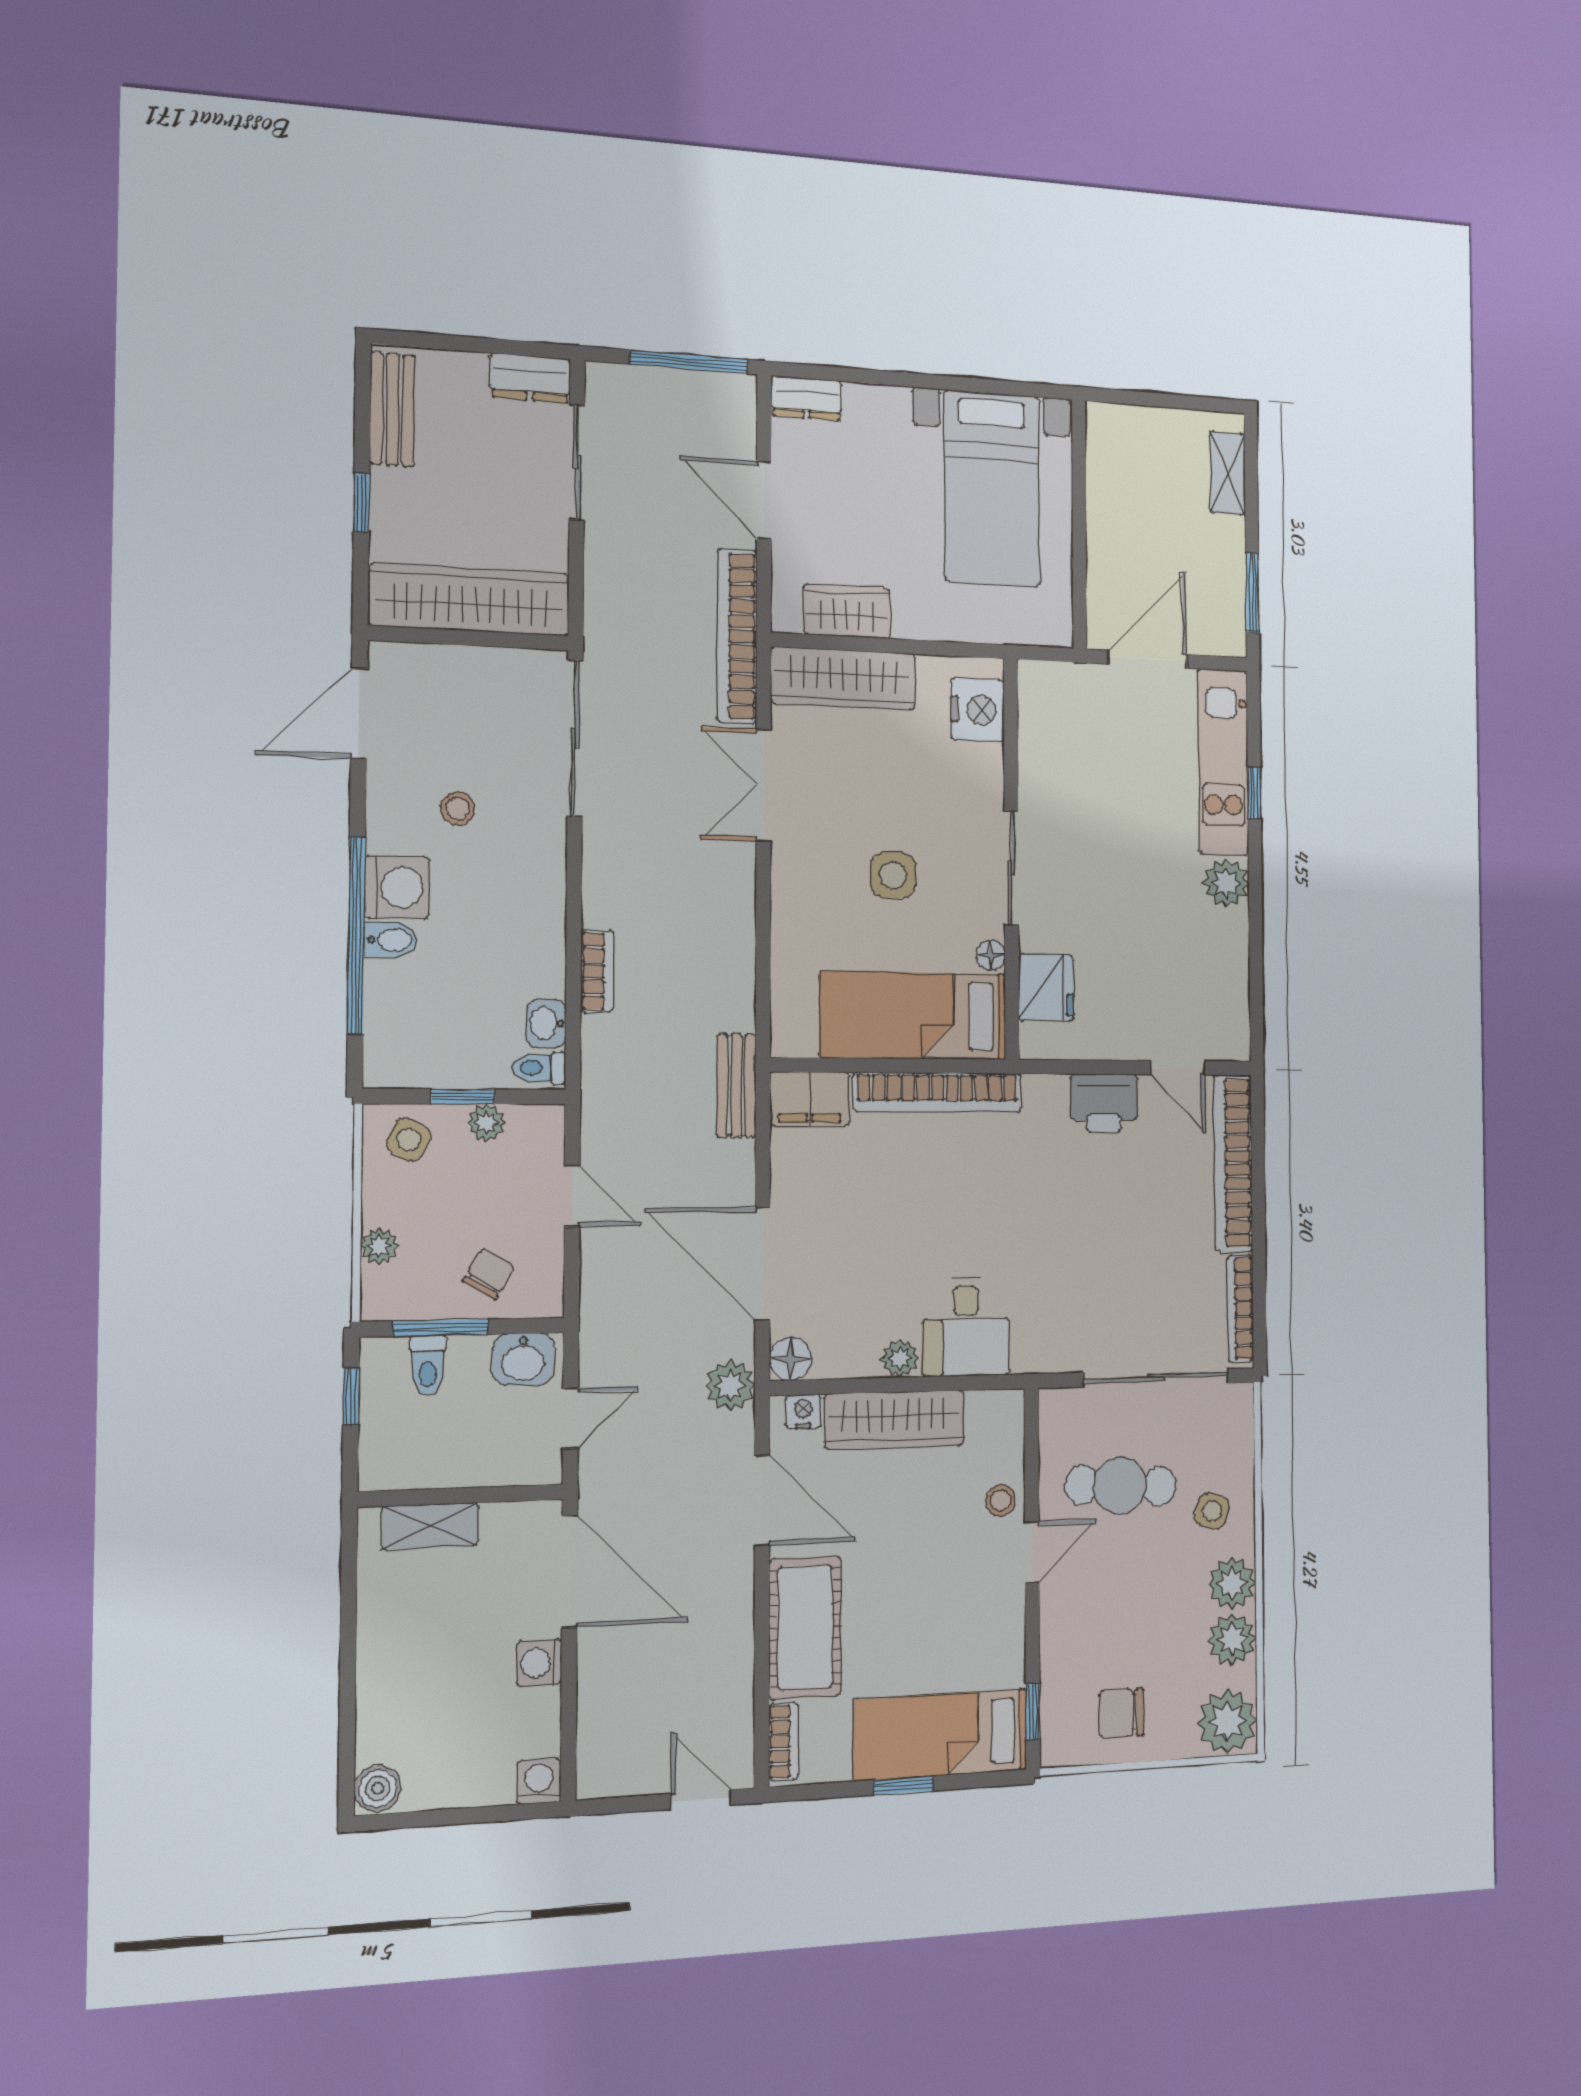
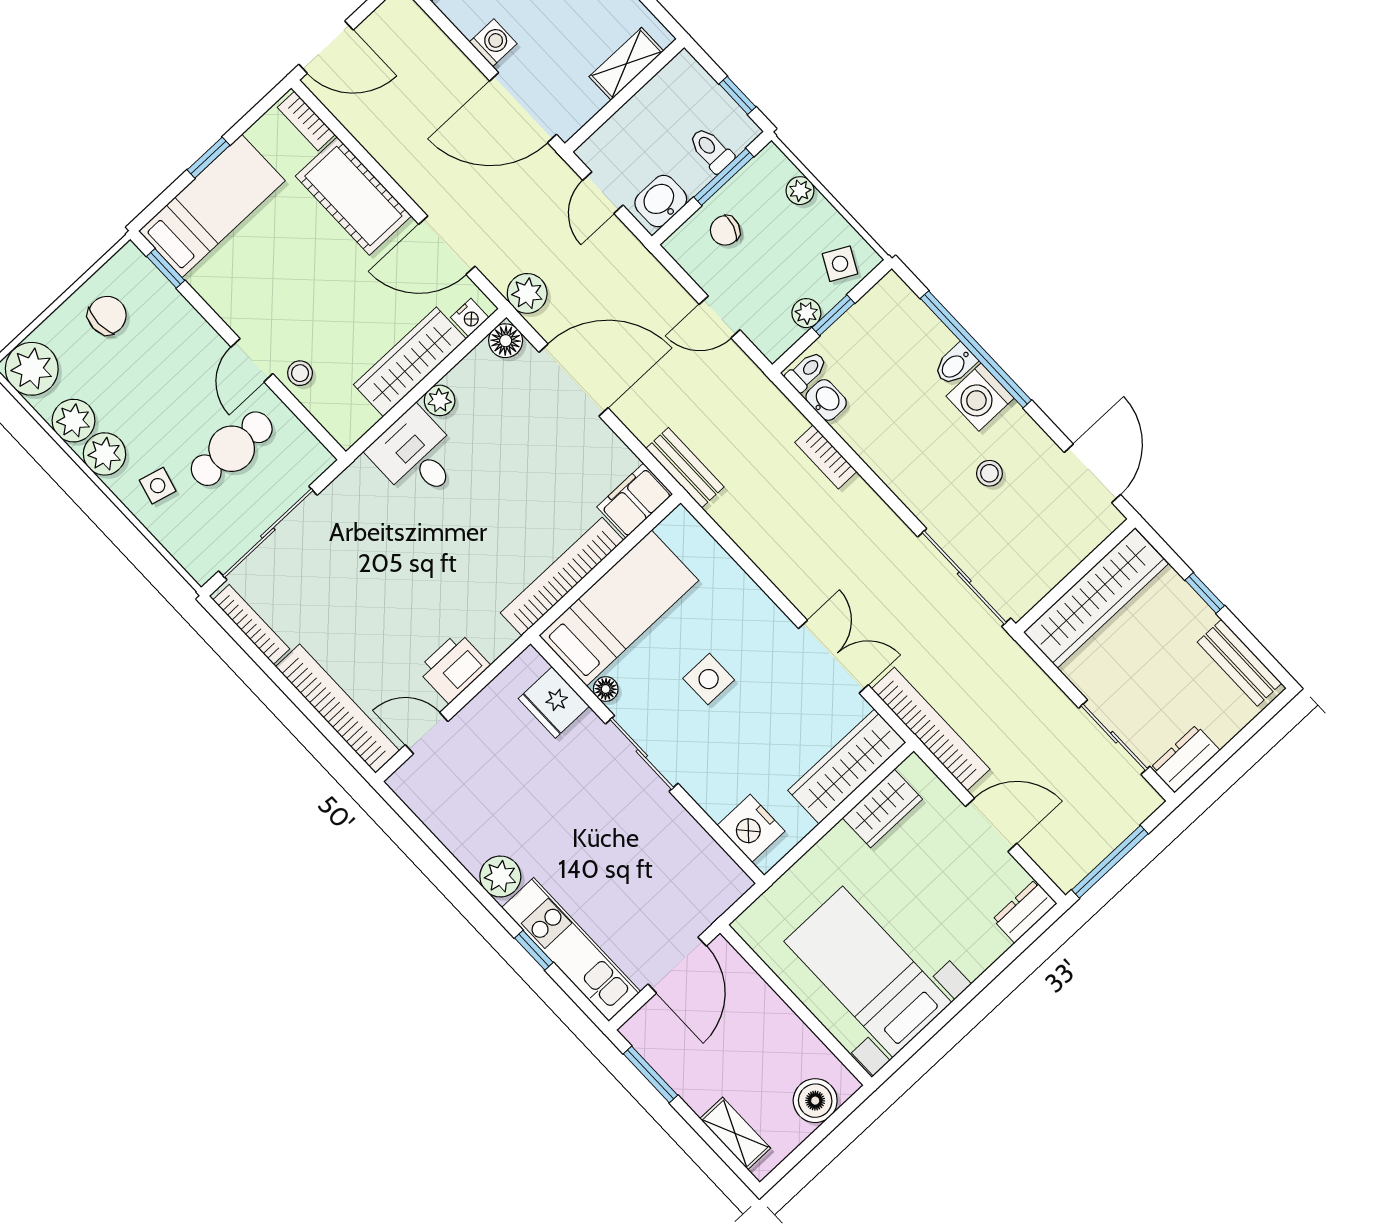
boiler: (1137, 430) -> (815, 1101), added
chair: (489, 1274) -> (725, 230), turned 77
door: (701, 1800) -> (326, 47), width x1.38

